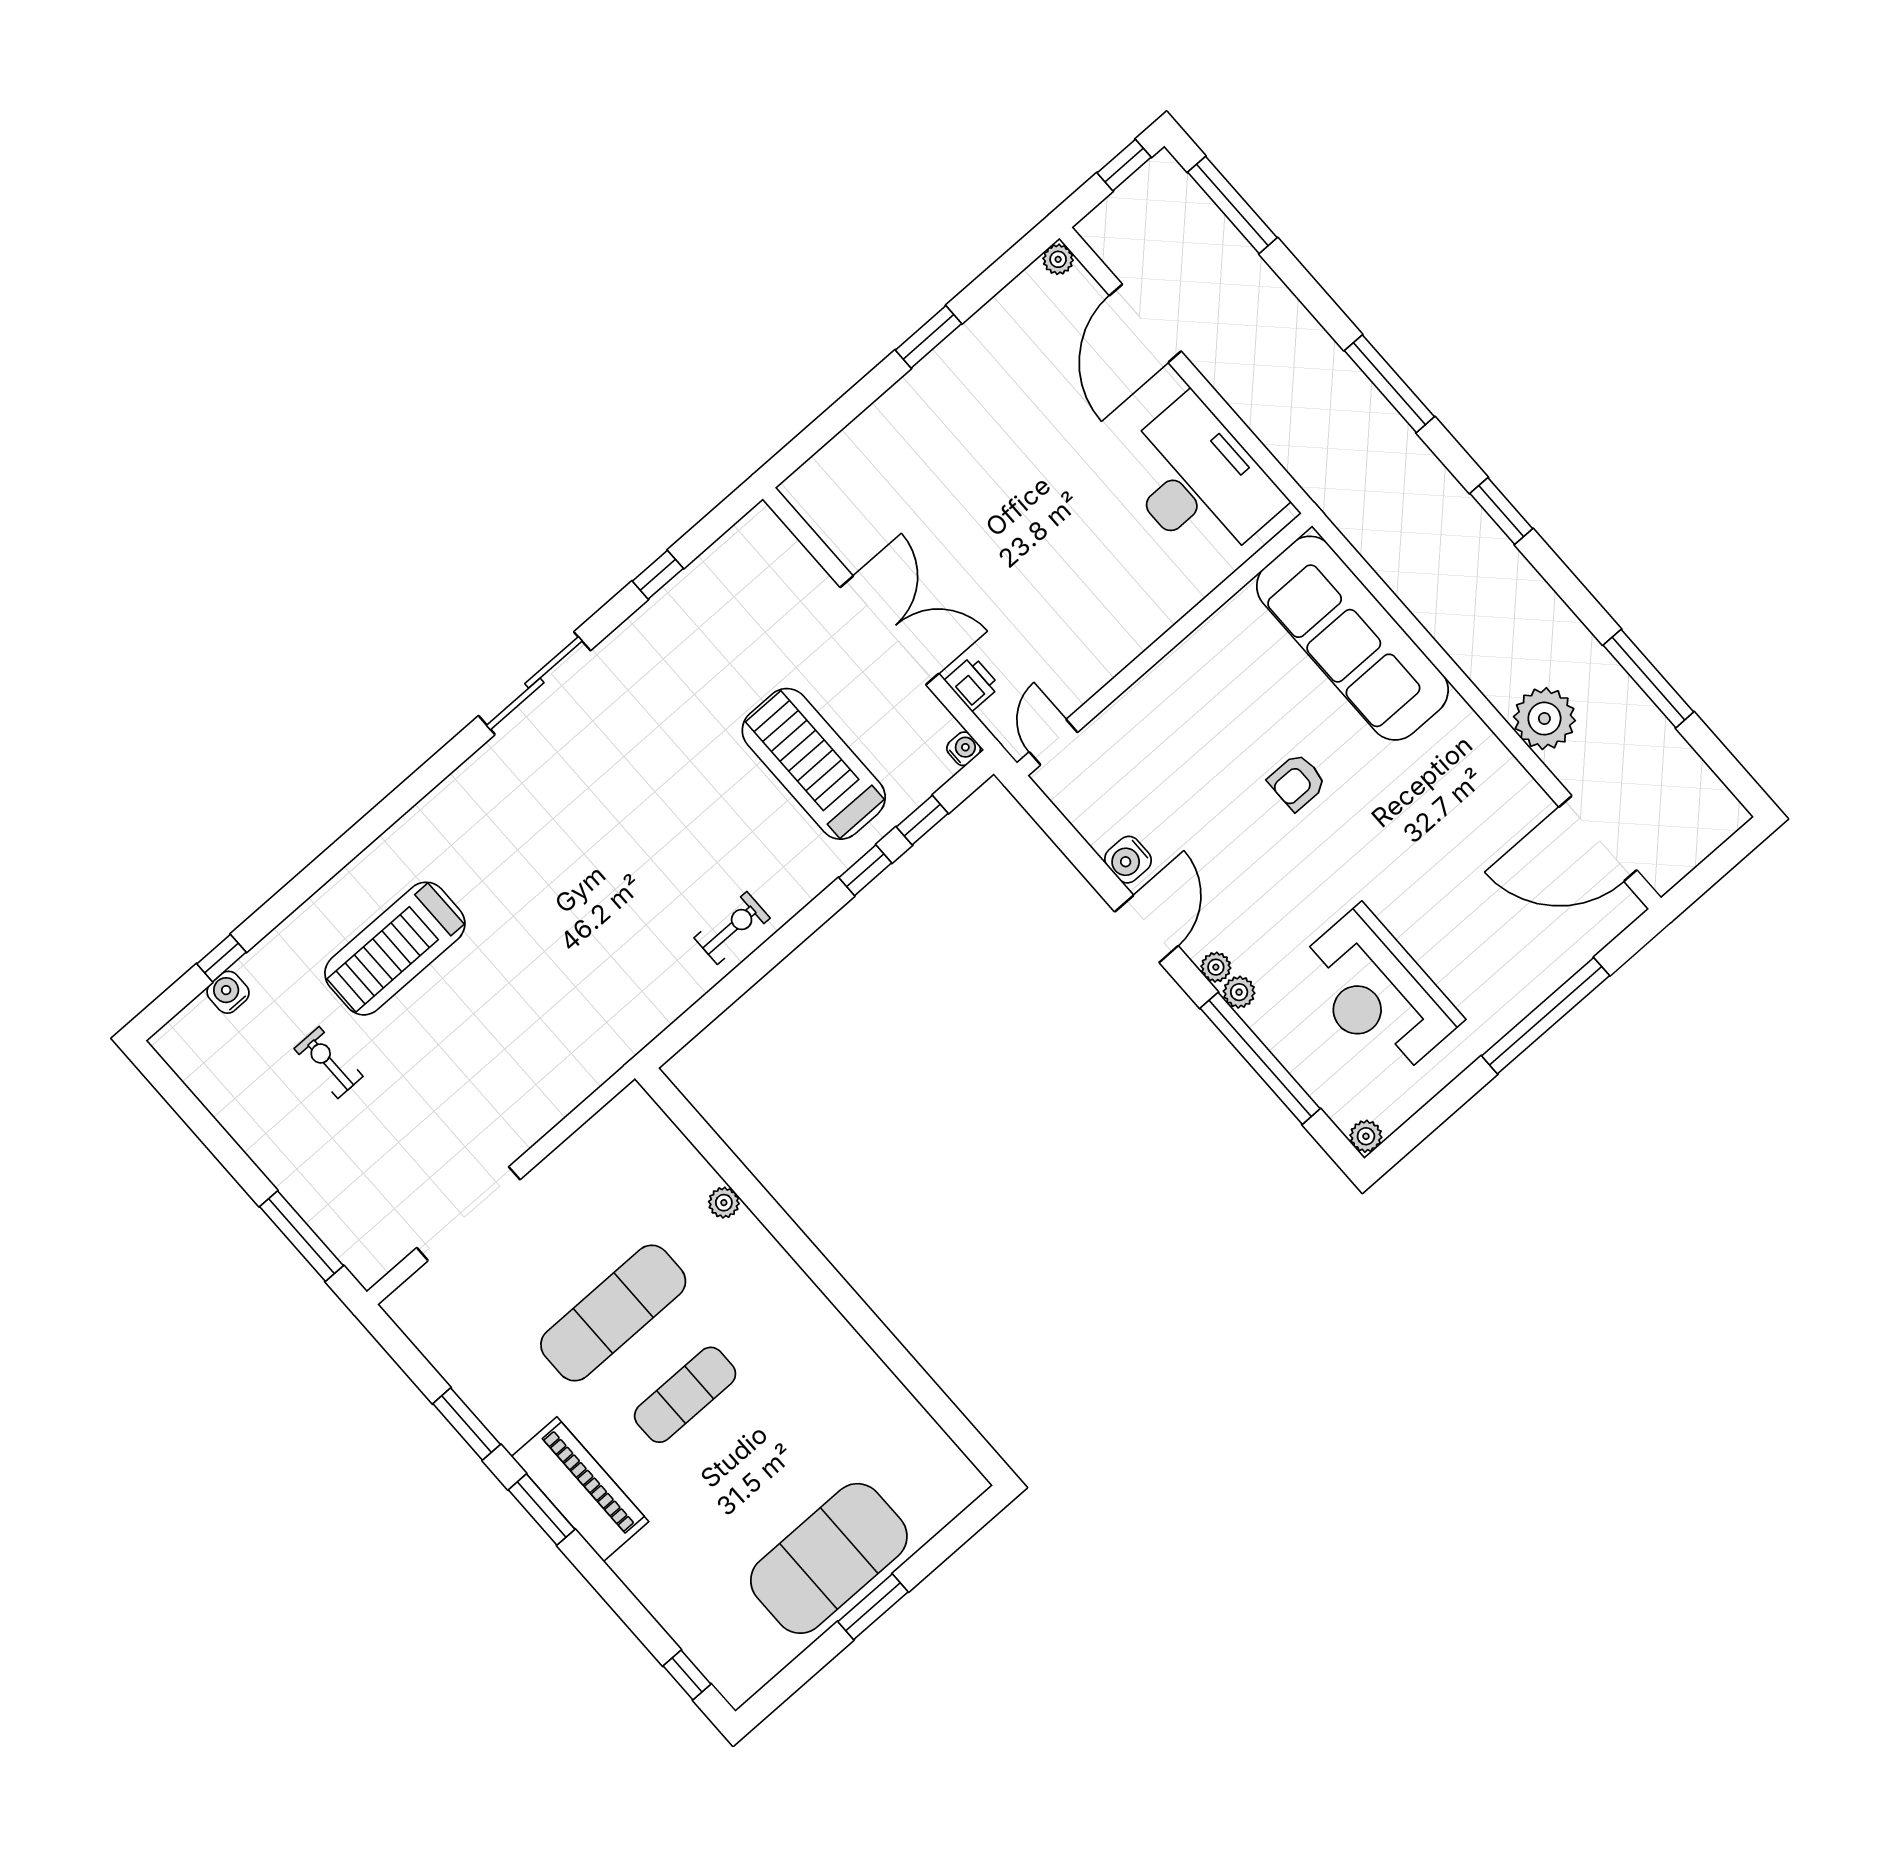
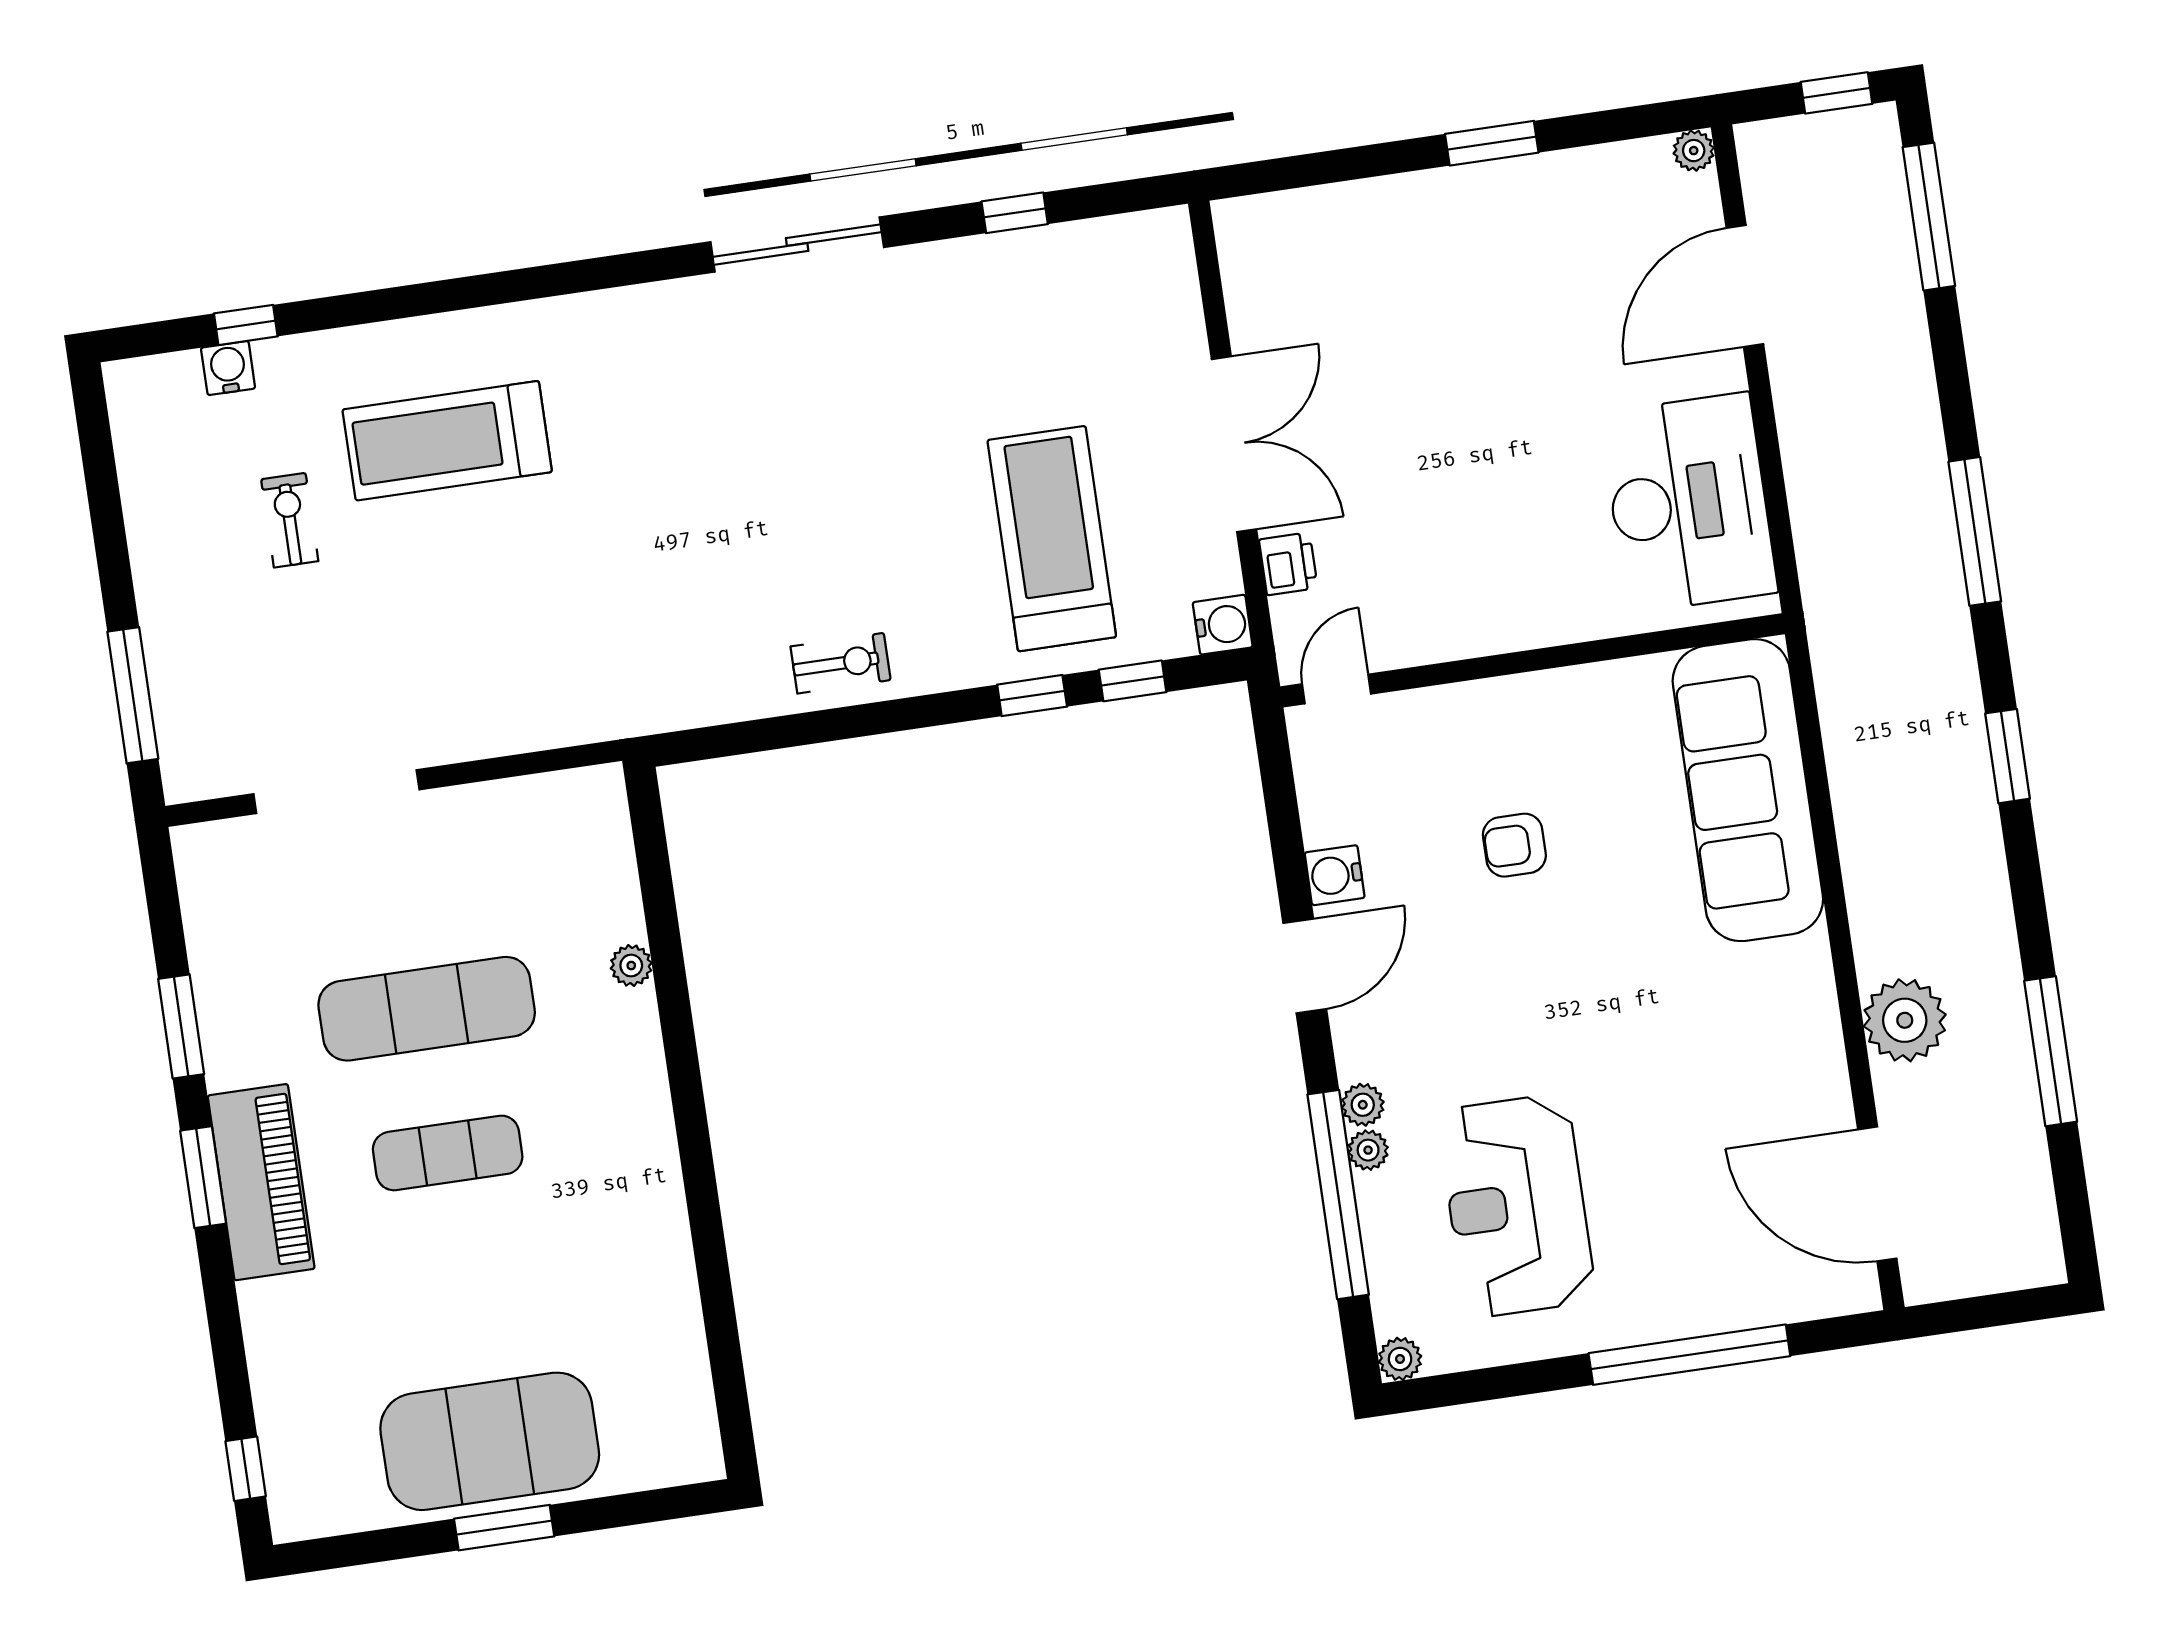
water cooler: (964, 749) -> (1223, 625), width x1.38, depth x1.38
armchair: (1297, 782) -> (1514, 845), moved
plant: (1216, 967) -> (1368, 1150), moved

